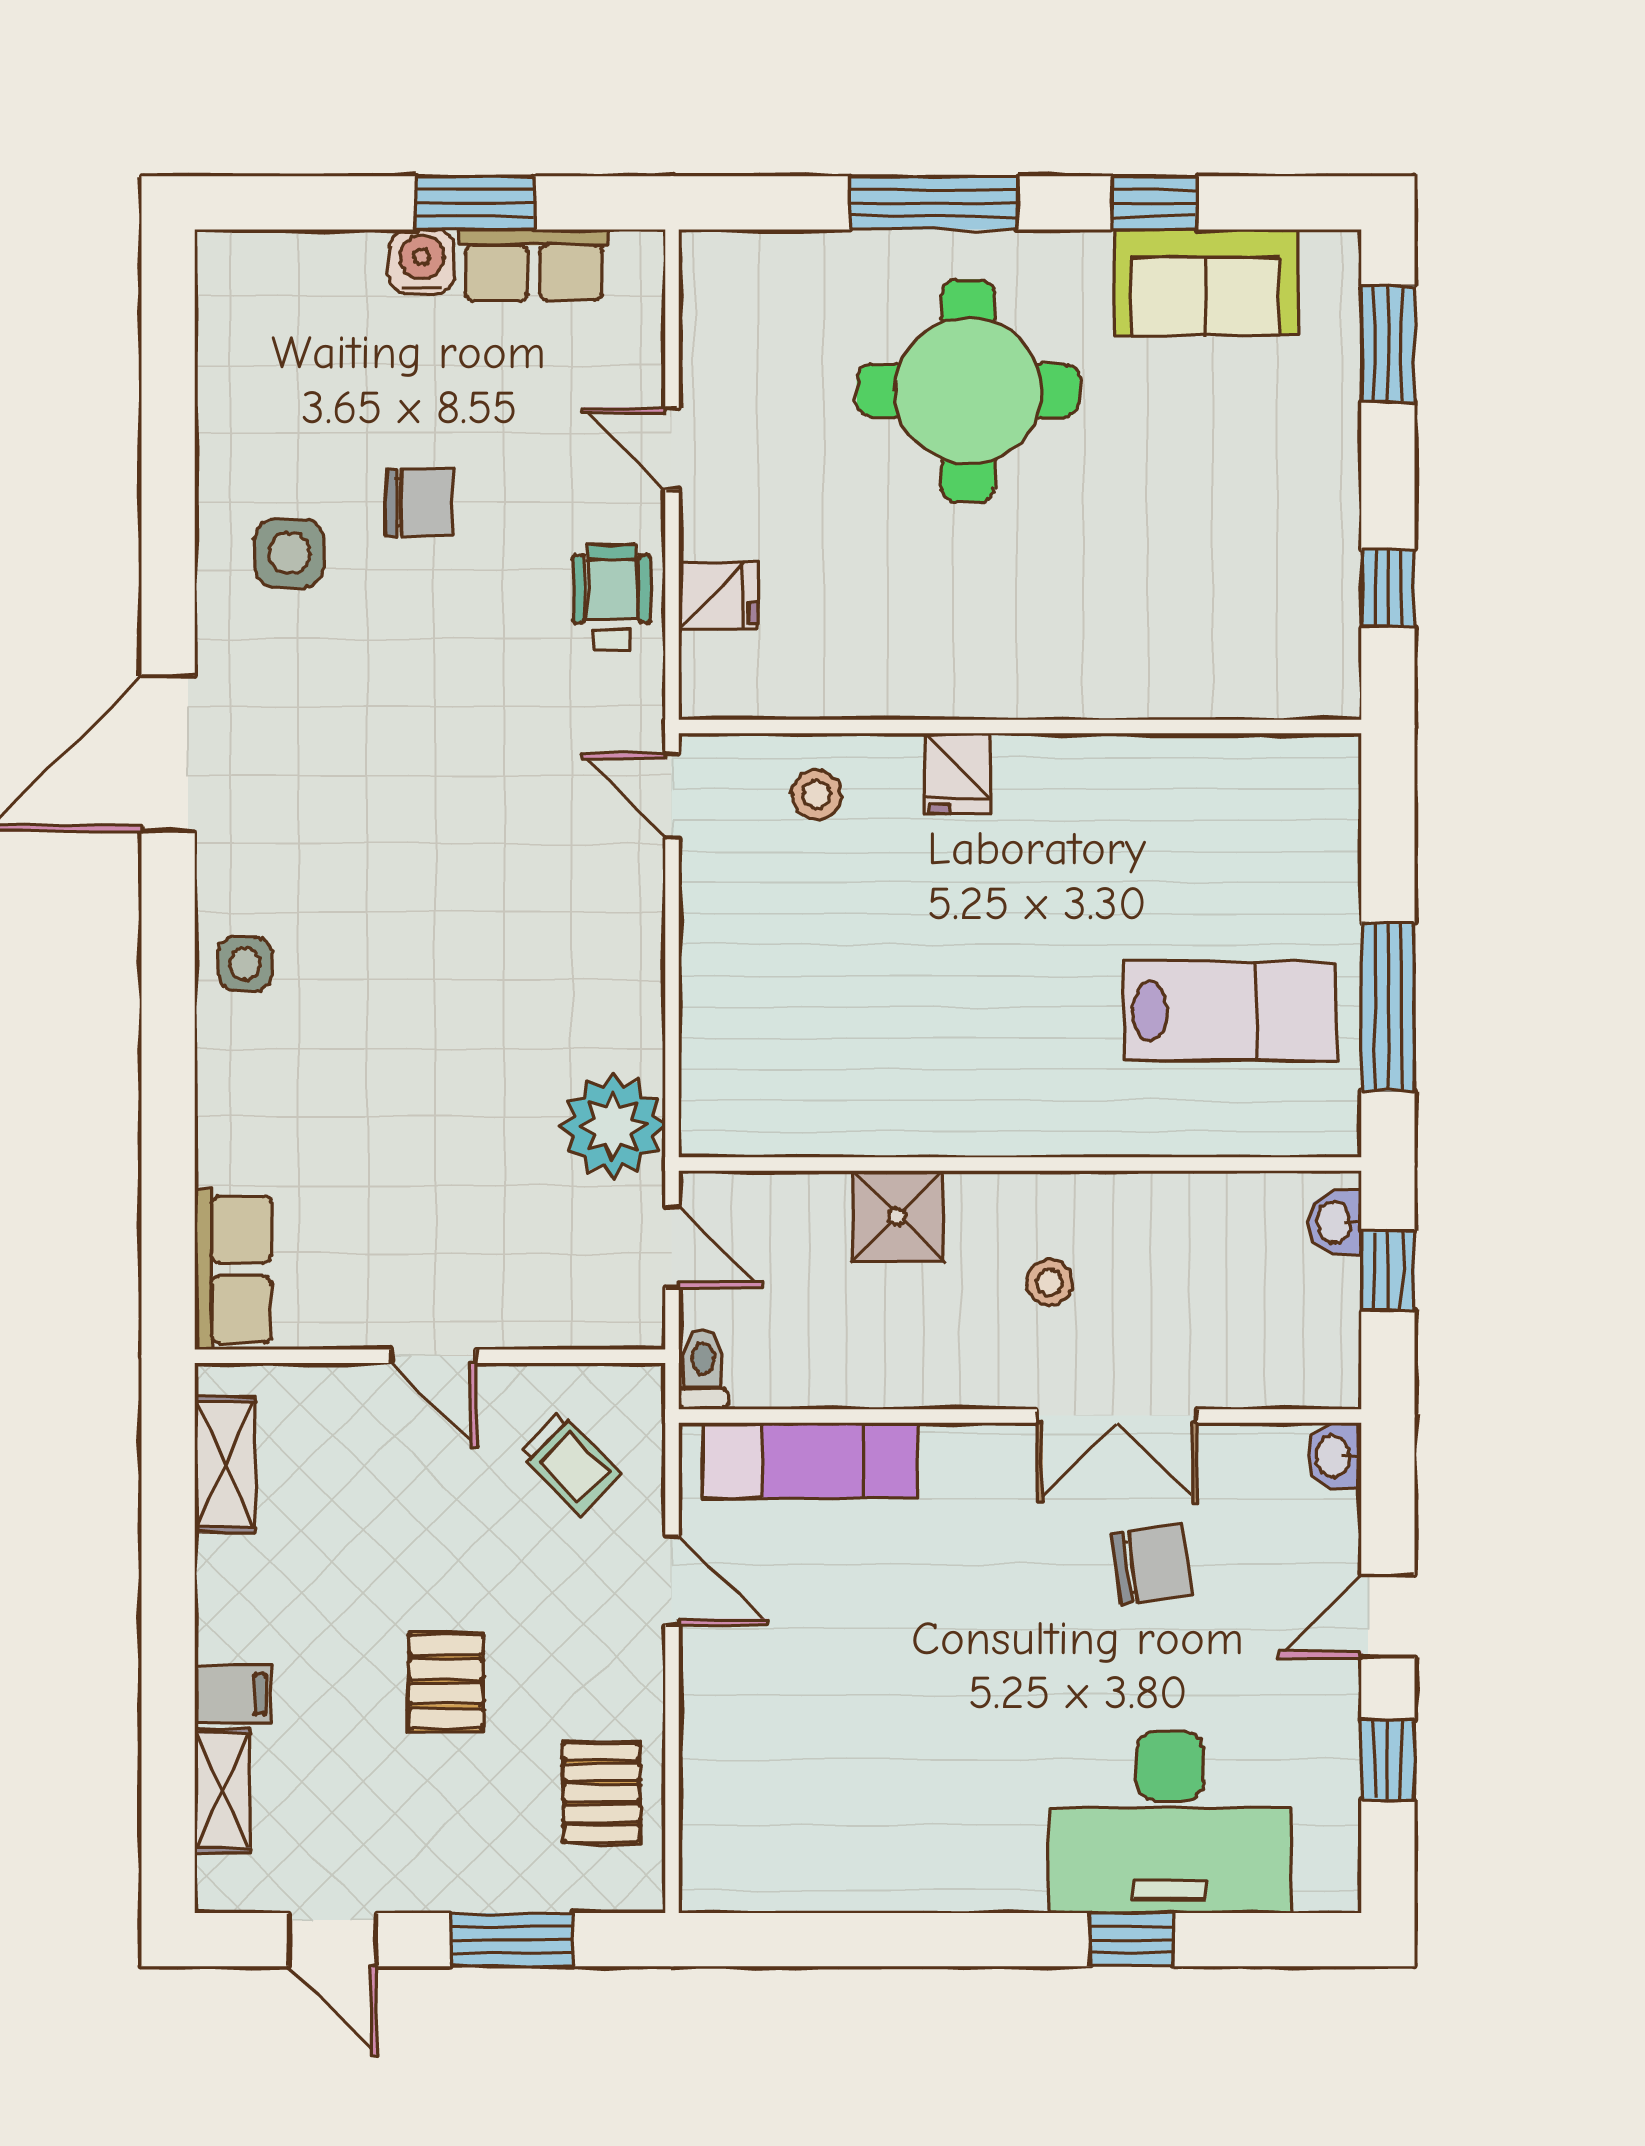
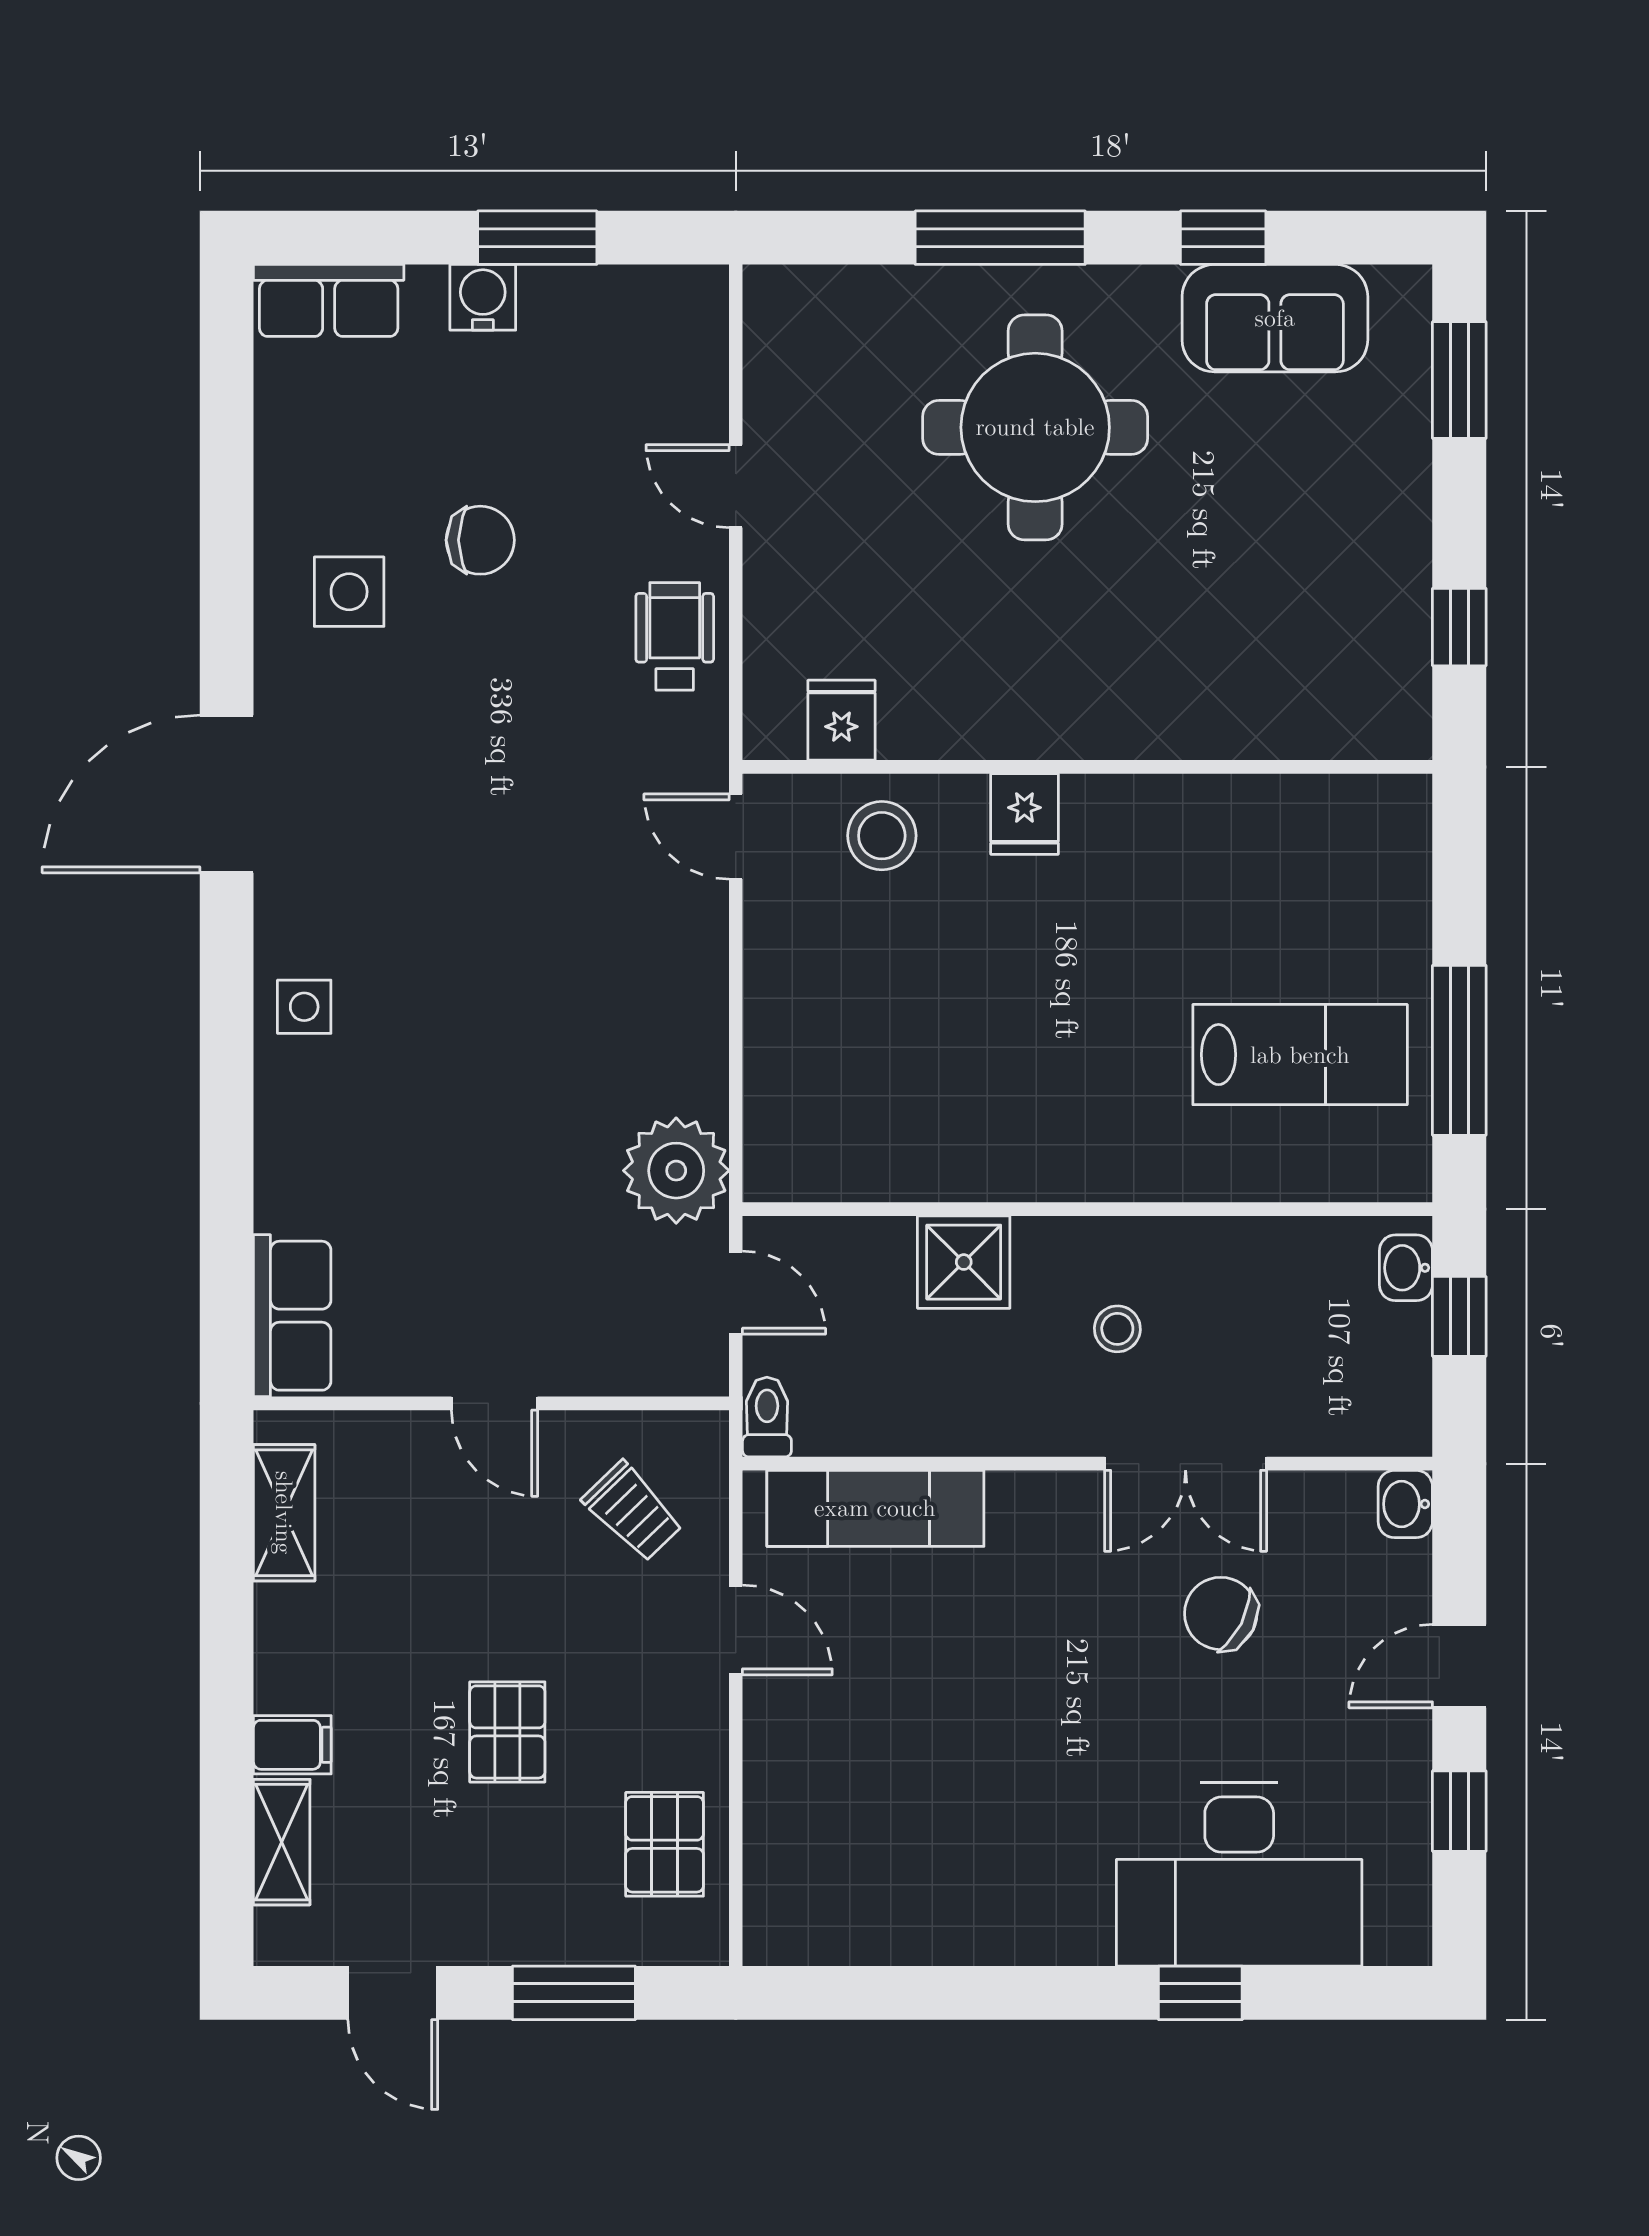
row of seats: (534, 265) -> (329, 300), moved
fridge: (718, 596) -> (841, 720), moved, turned -90
stool: (816, 795) -> (882, 836), width x1.37, depth x1.37
chair: (1152, 1564) -> (1221, 1613), turned -145

